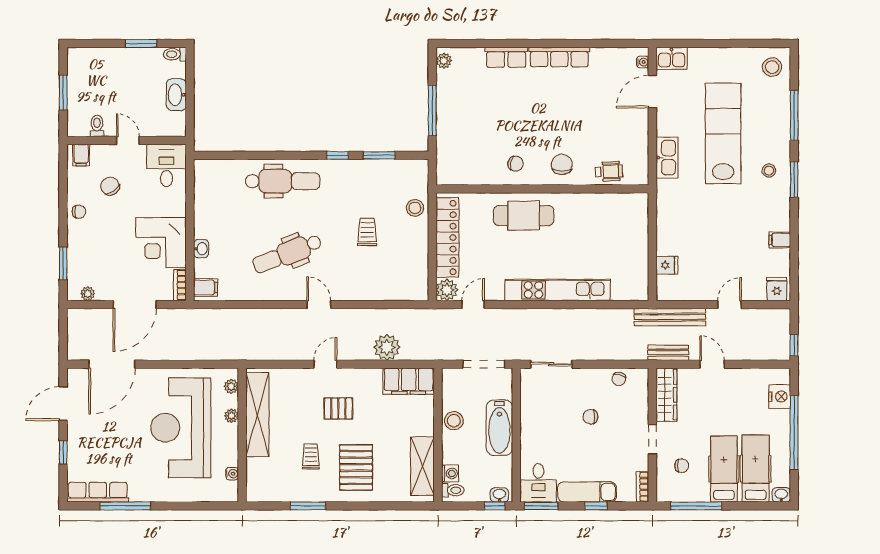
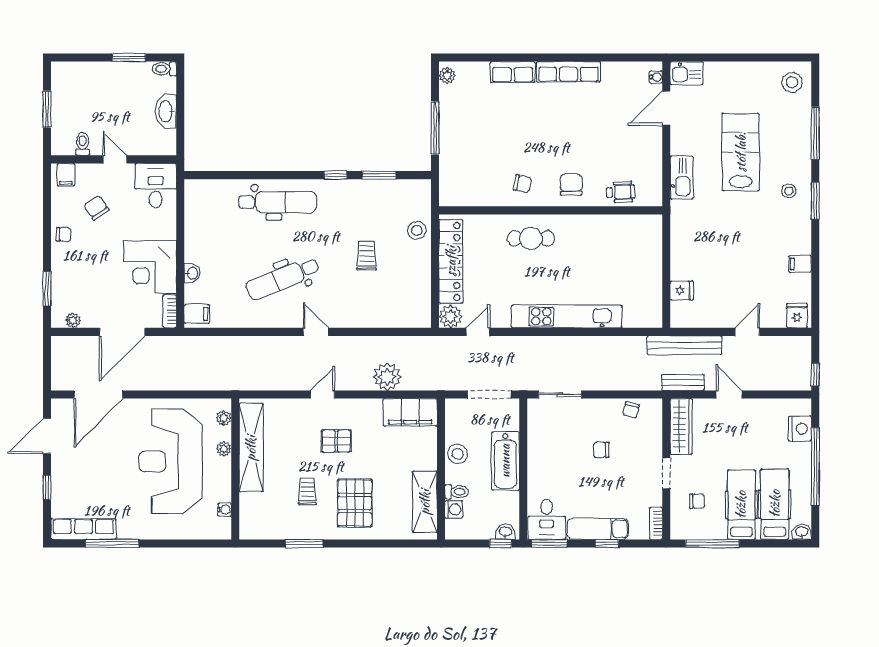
lab bench: (723, 133) -> (741, 152), width x0.73
cafe table: (524, 216) -> (531, 238), width x0.73, depth x0.74
toilet: (453, 490) -> (457, 492), moved

